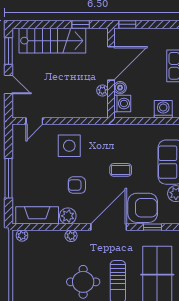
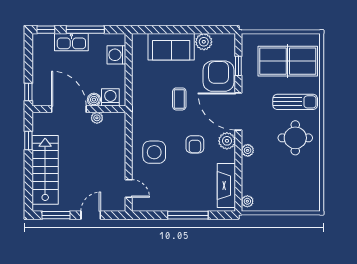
plant: (68, 216) -> (227, 141), moved

